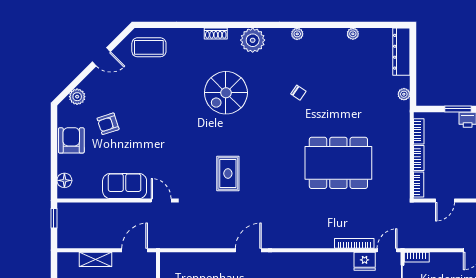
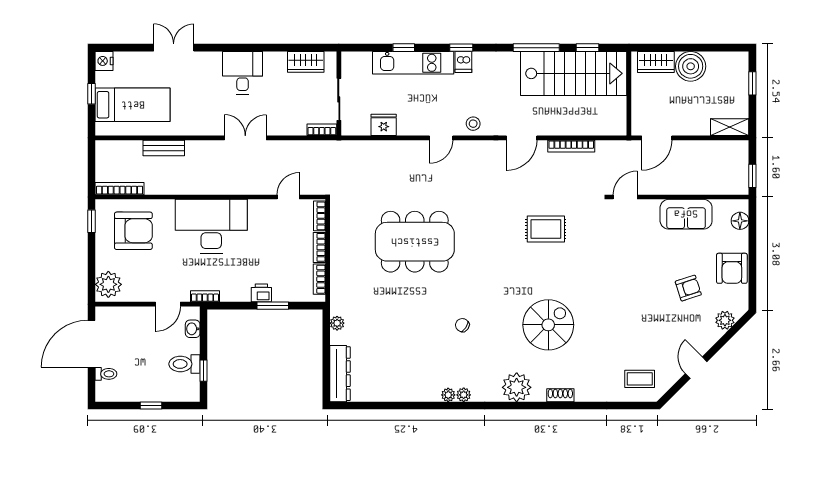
plant: (353, 34) -> (448, 395), moved
coffee table: (149, 47) -> (640, 379), width x0.73, depth x0.77
door: (101, 57) -> (696, 368), hinge flipped
rug: (228, 174) -> (546, 229), turned 90
sofa: (125, 186) -> (686, 214), moved
door: (161, 200) -> (625, 197), swing flipped
bookcase: (354, 243) -> (571, 146), moved
door: (387, 250) -> (441, 138), moved
shelving: (96, 259) -> (730, 127), moved
stool: (289, 262) -> (473, 124), added

